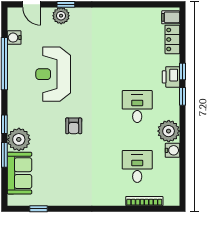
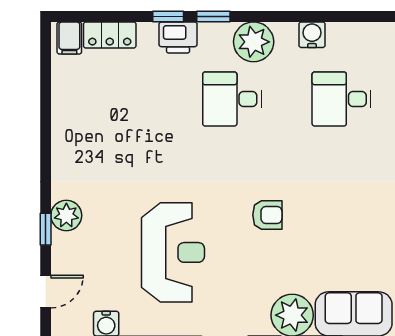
plant: (61, 16) -> (66, 215), moved
reception desk: (53, 74) -> (173, 252), turned -90
plant: (169, 131) -> (254, 42), moved

